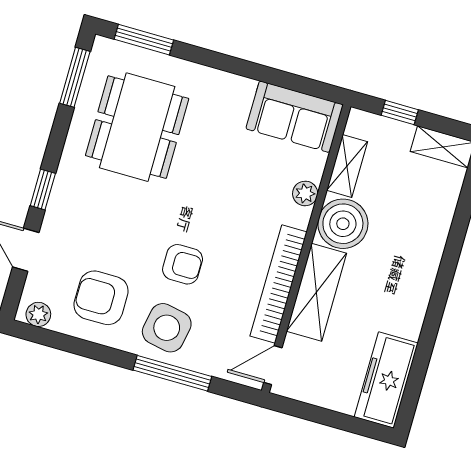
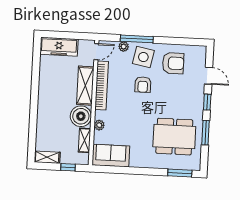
window: (75, 77) -> (206, 133), moved
dining table: (137, 127) -> (174, 137), turned 90
armchair: (183, 264) -> (143, 85), turned -90
plant: (38, 314) -> (124, 47), moved
freezer: (386, 380) -> (59, 47), moved, turned 90

